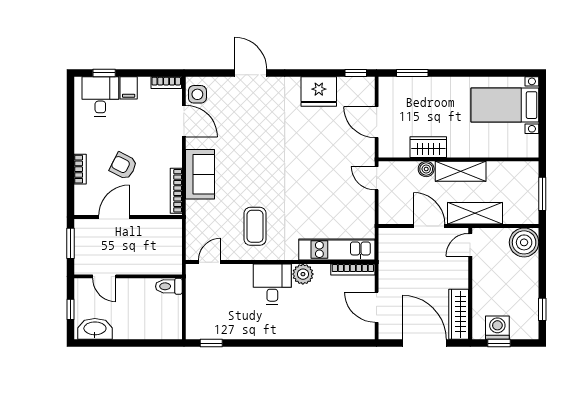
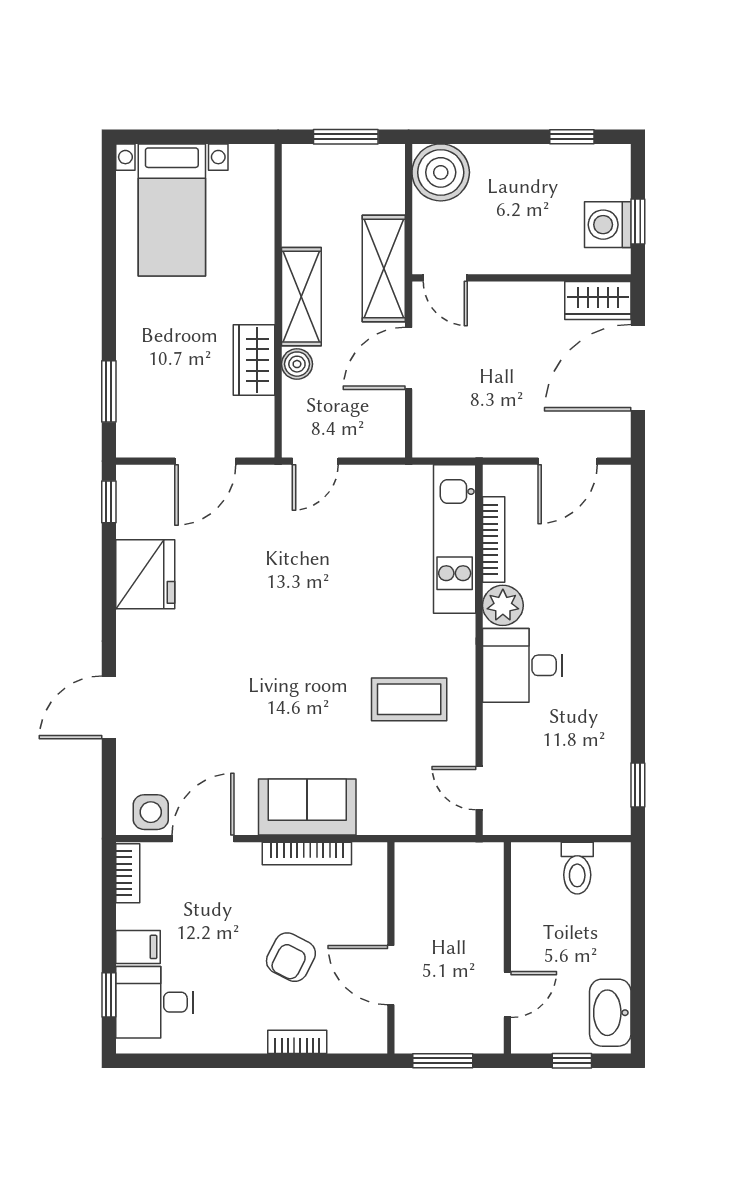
bookcase: (176, 191) -> (307, 853), moved
bookcase: (353, 269) -> (494, 539), moved
toilet: (169, 286) -> (577, 868), moved
wardrobe: (459, 314) -> (598, 300), width x0.67

